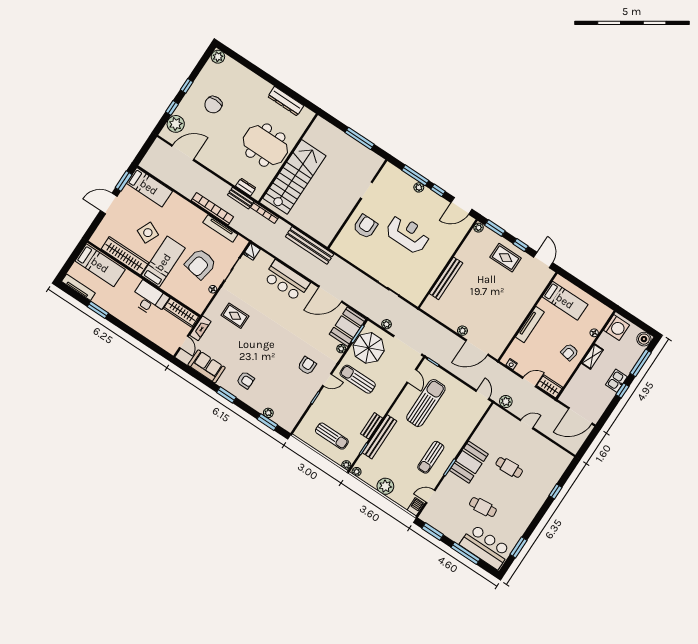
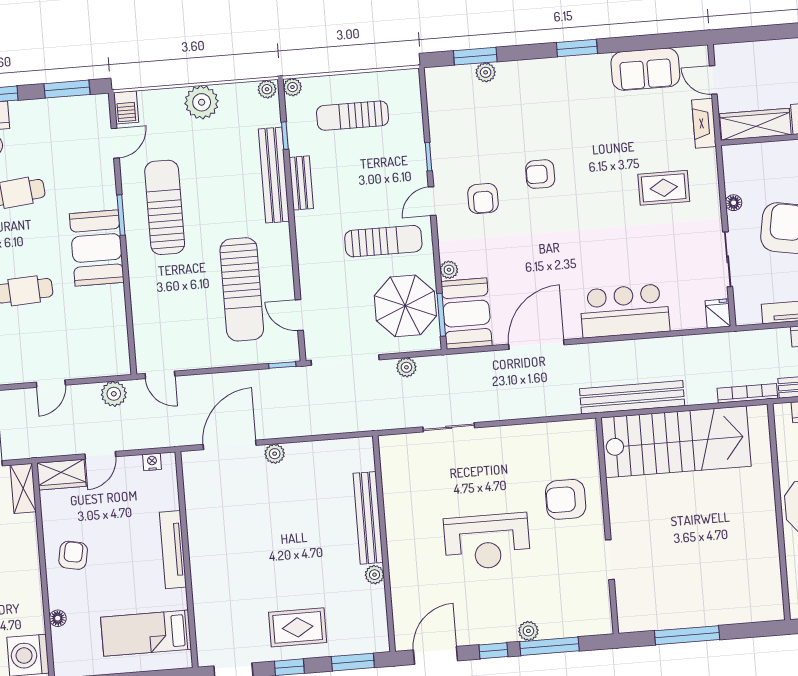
stairs: (294, 177) -> (676, 442), moved, turned -90
armchair: (365, 226) -> (566, 499), turned 90
plant: (479, 228) -> (375, 575), moved
shelving: (592, 356) -> (23, 488), moved
armchair: (246, 380) -> (540, 174), moved
sun lounger: (431, 457) -> (165, 207), width x1.36, depth x1.34

